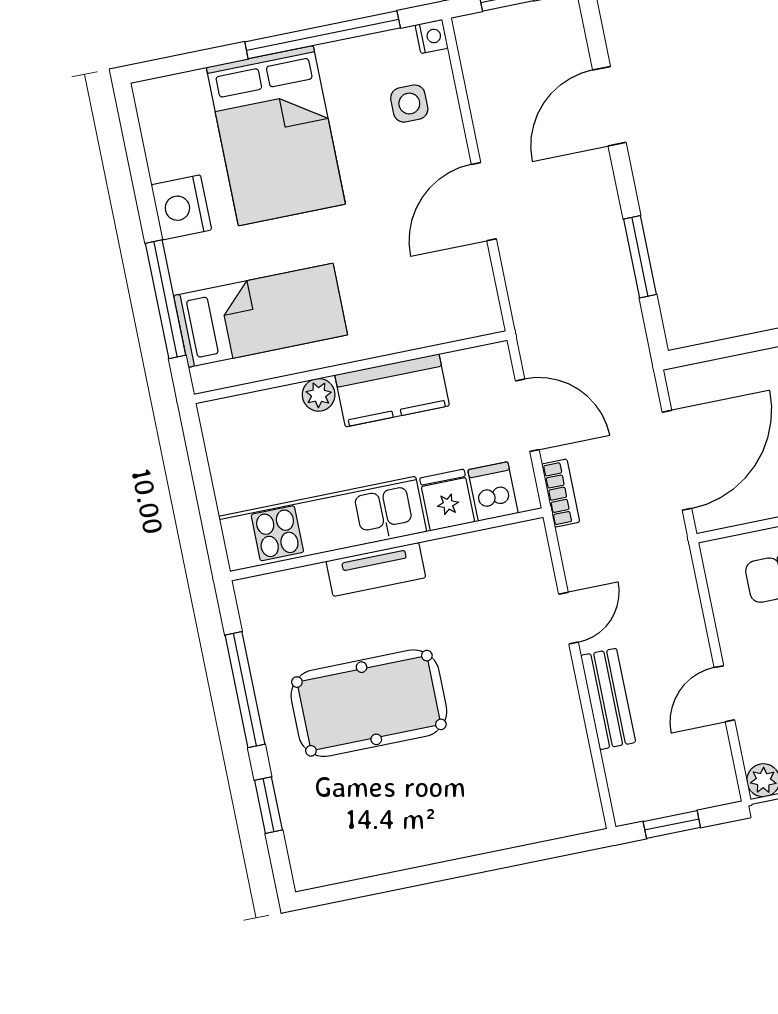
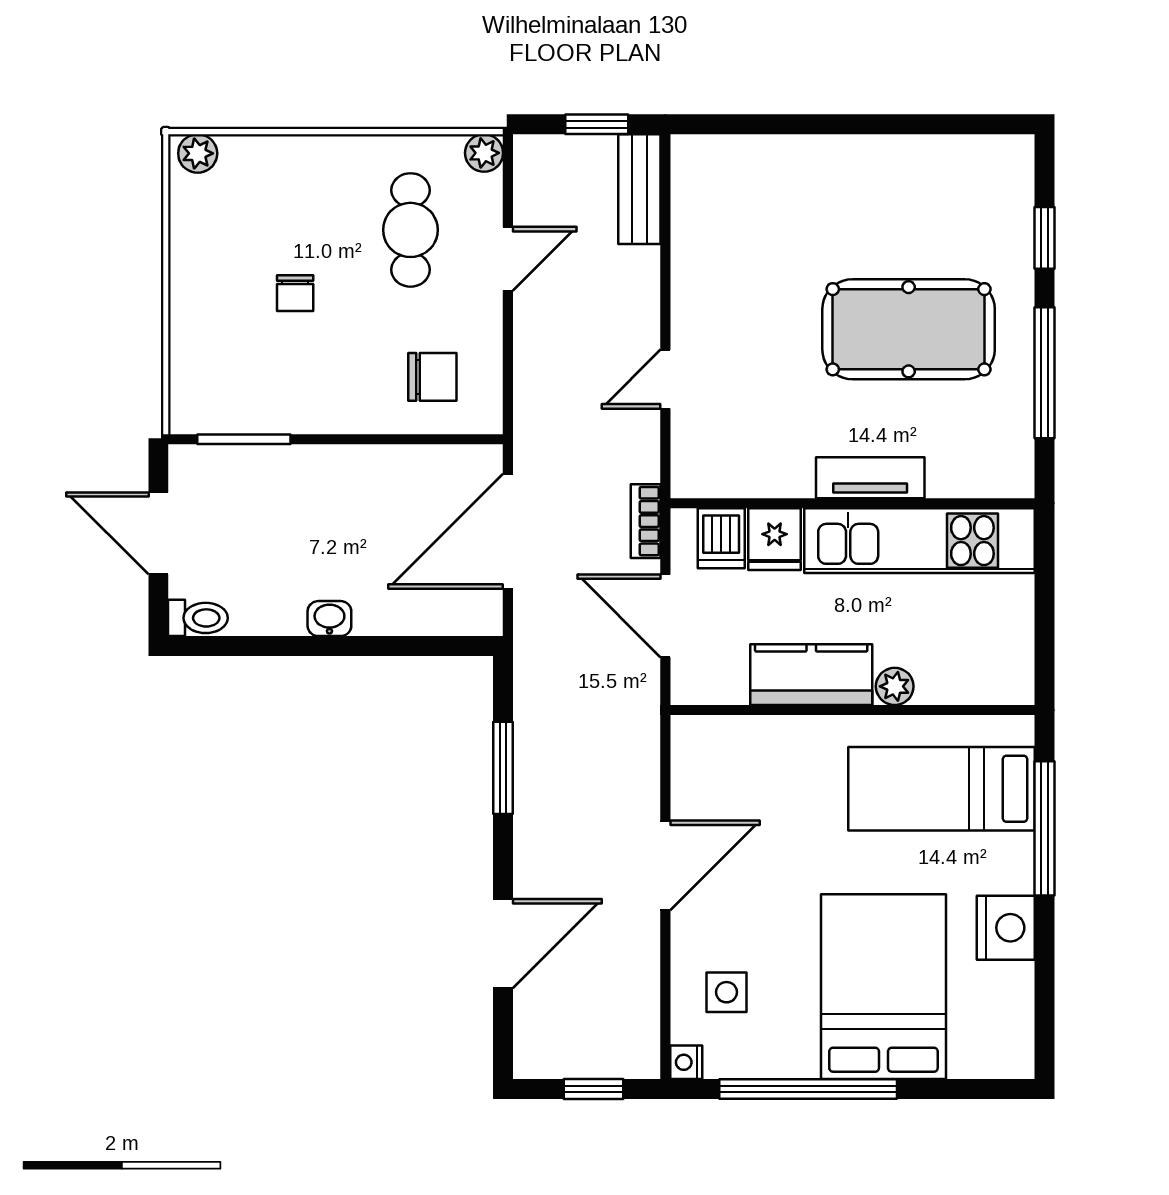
bench: (608, 699) -> (639, 189), moved

